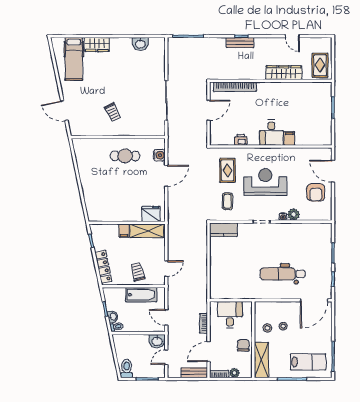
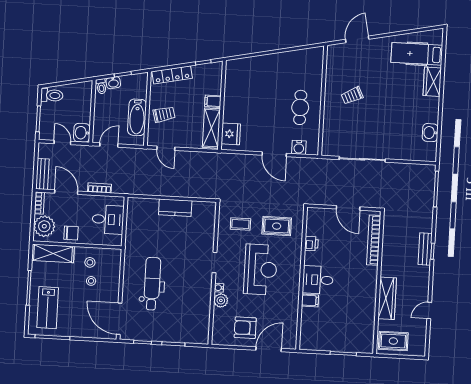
kitchen counter: (224, 230) -> (175, 208), moved, turned -90
plant: (234, 373) -> (44, 226), width x1.87, depth x1.87

